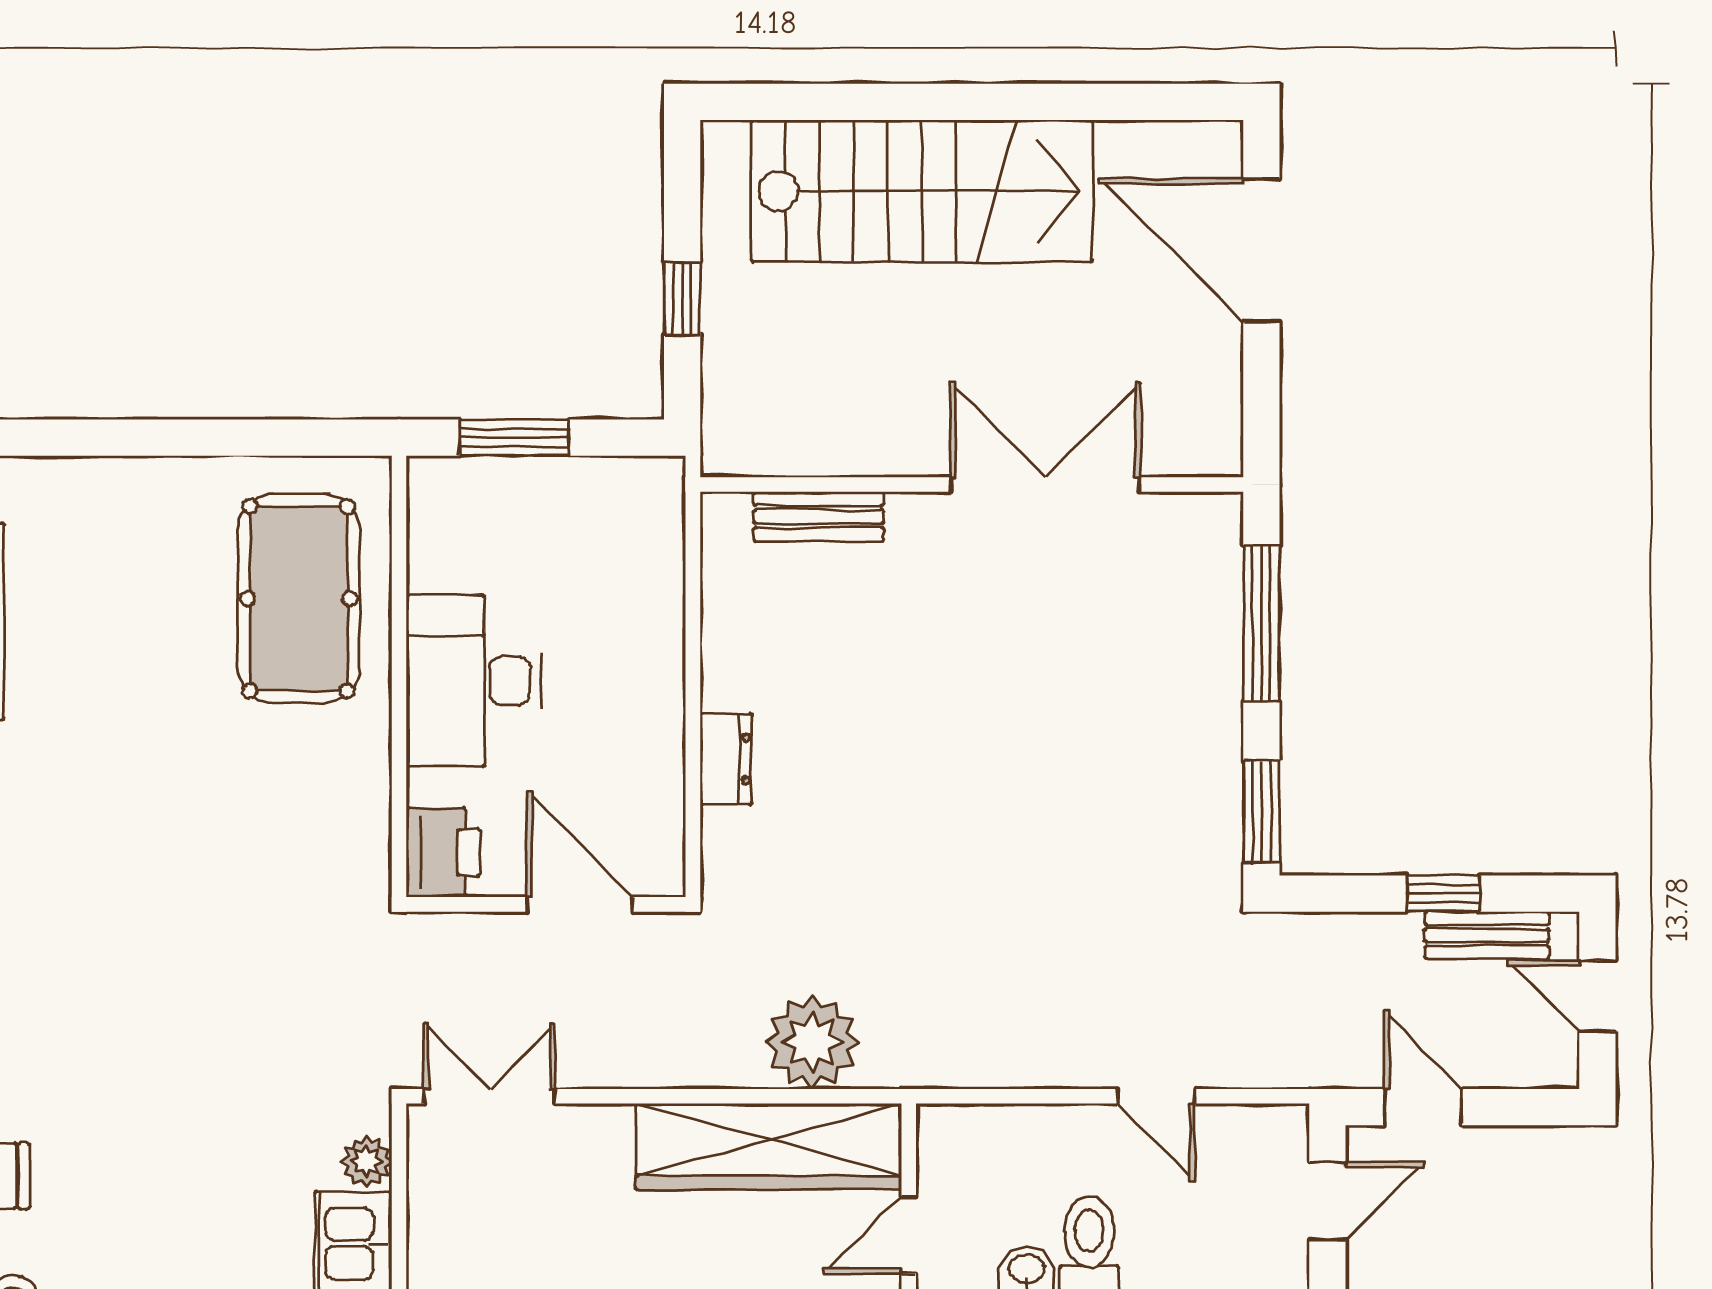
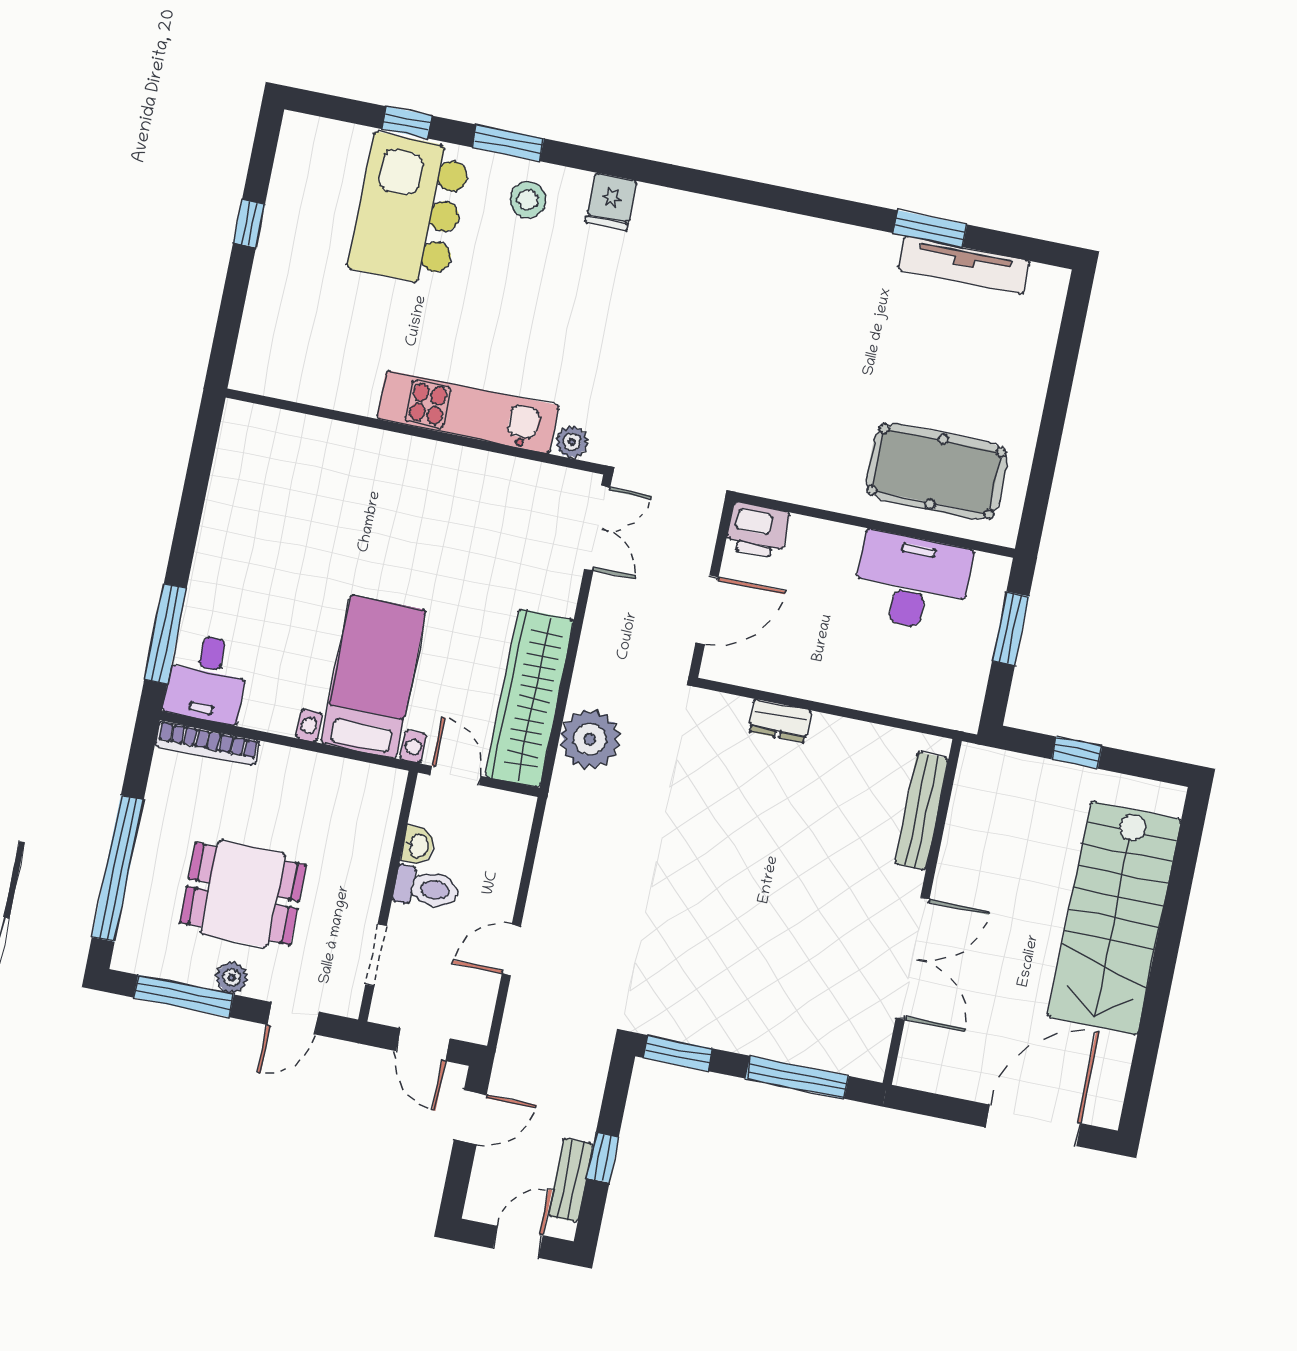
bench: (819, 516) -> (922, 811), width x1.36
desk: (474, 681) -> (912, 582), moved

